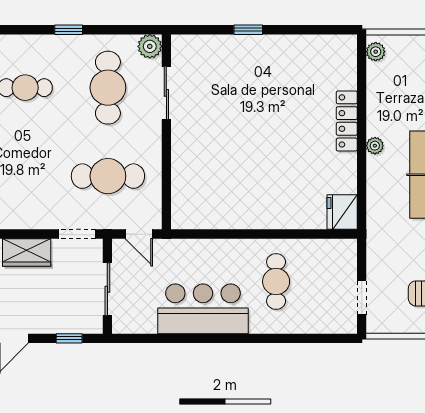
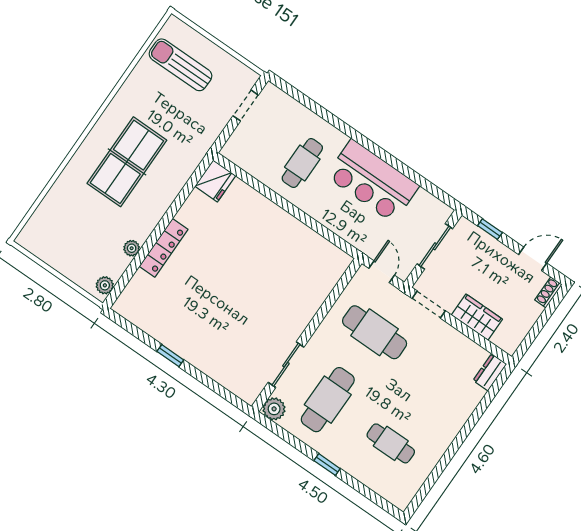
window: (248, 30) -> (170, 356), moved
plant: (375, 146) -> (132, 248), moved

